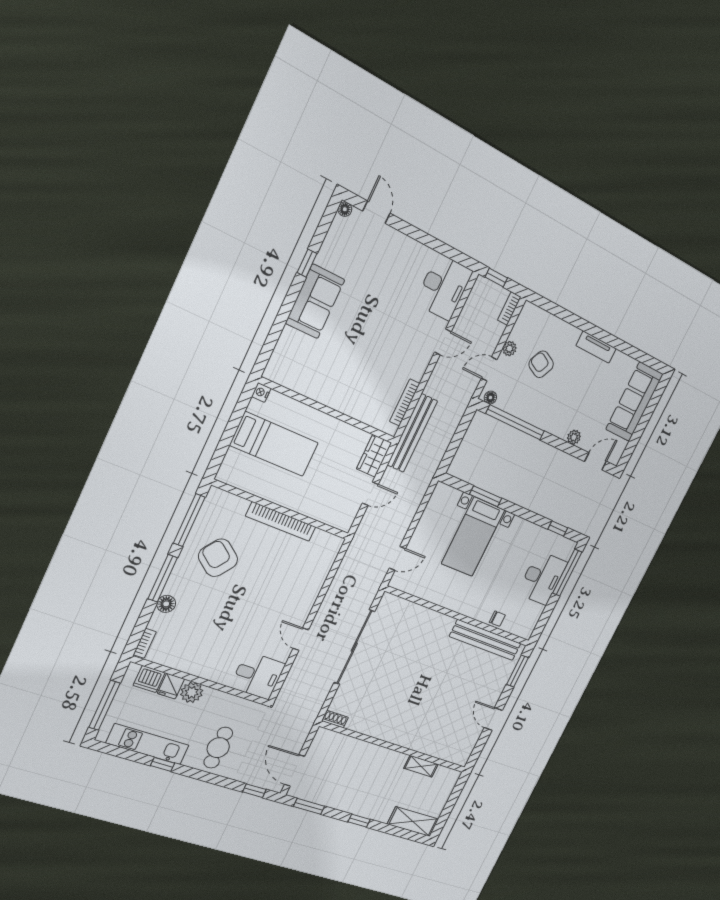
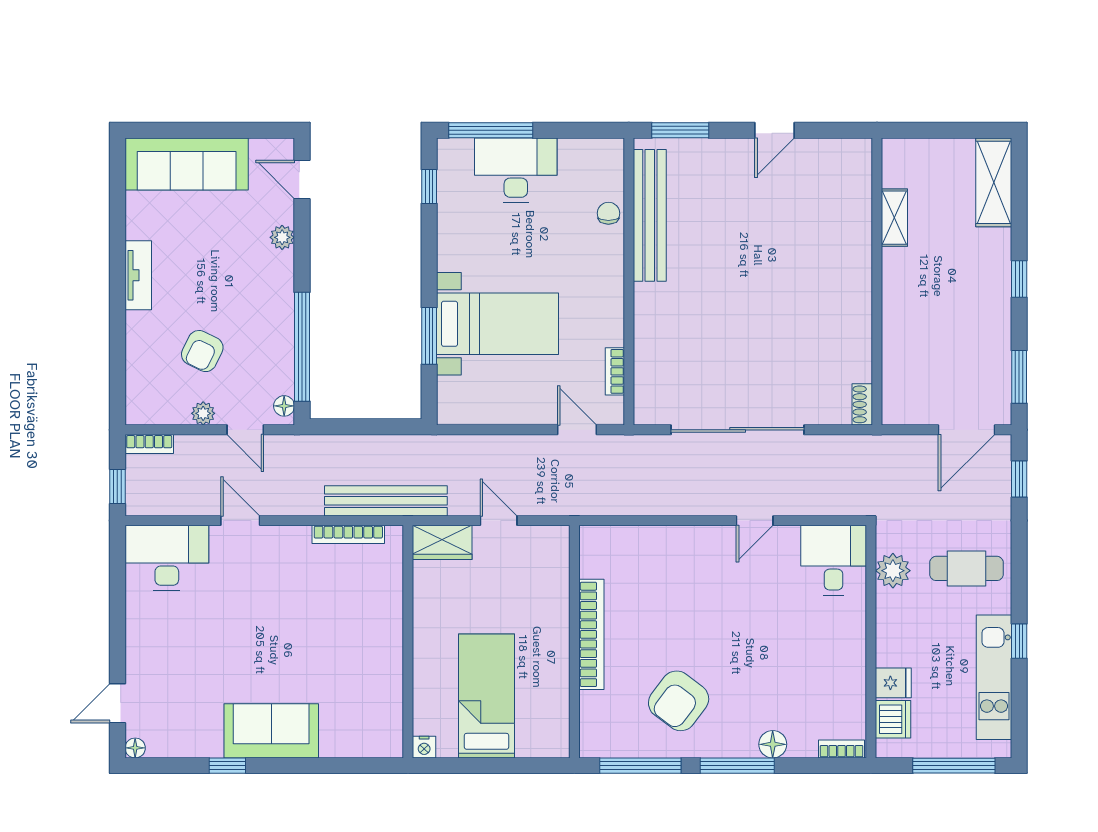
bookcase: (417, 591) -> (615, 371), added
plant: (192, 692) -> (893, 571), moved

